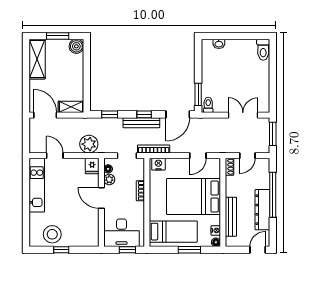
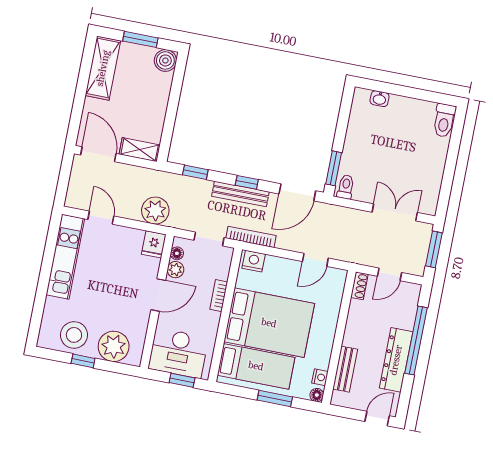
bed: (194, 197) -> (269, 323), moved, turned 180
door: (101, 198) -> (158, 295), swing flipped
bench: (231, 217) -> (345, 369), width x0.73
plant: (79, 237) -> (114, 346), added

